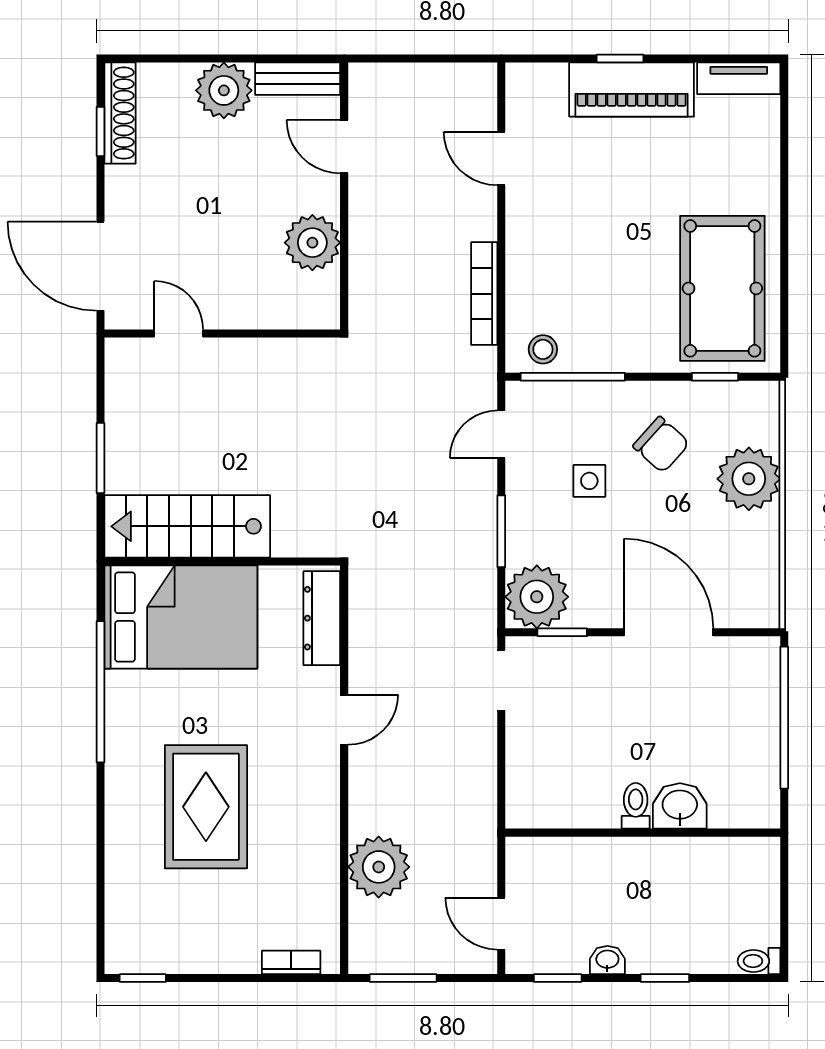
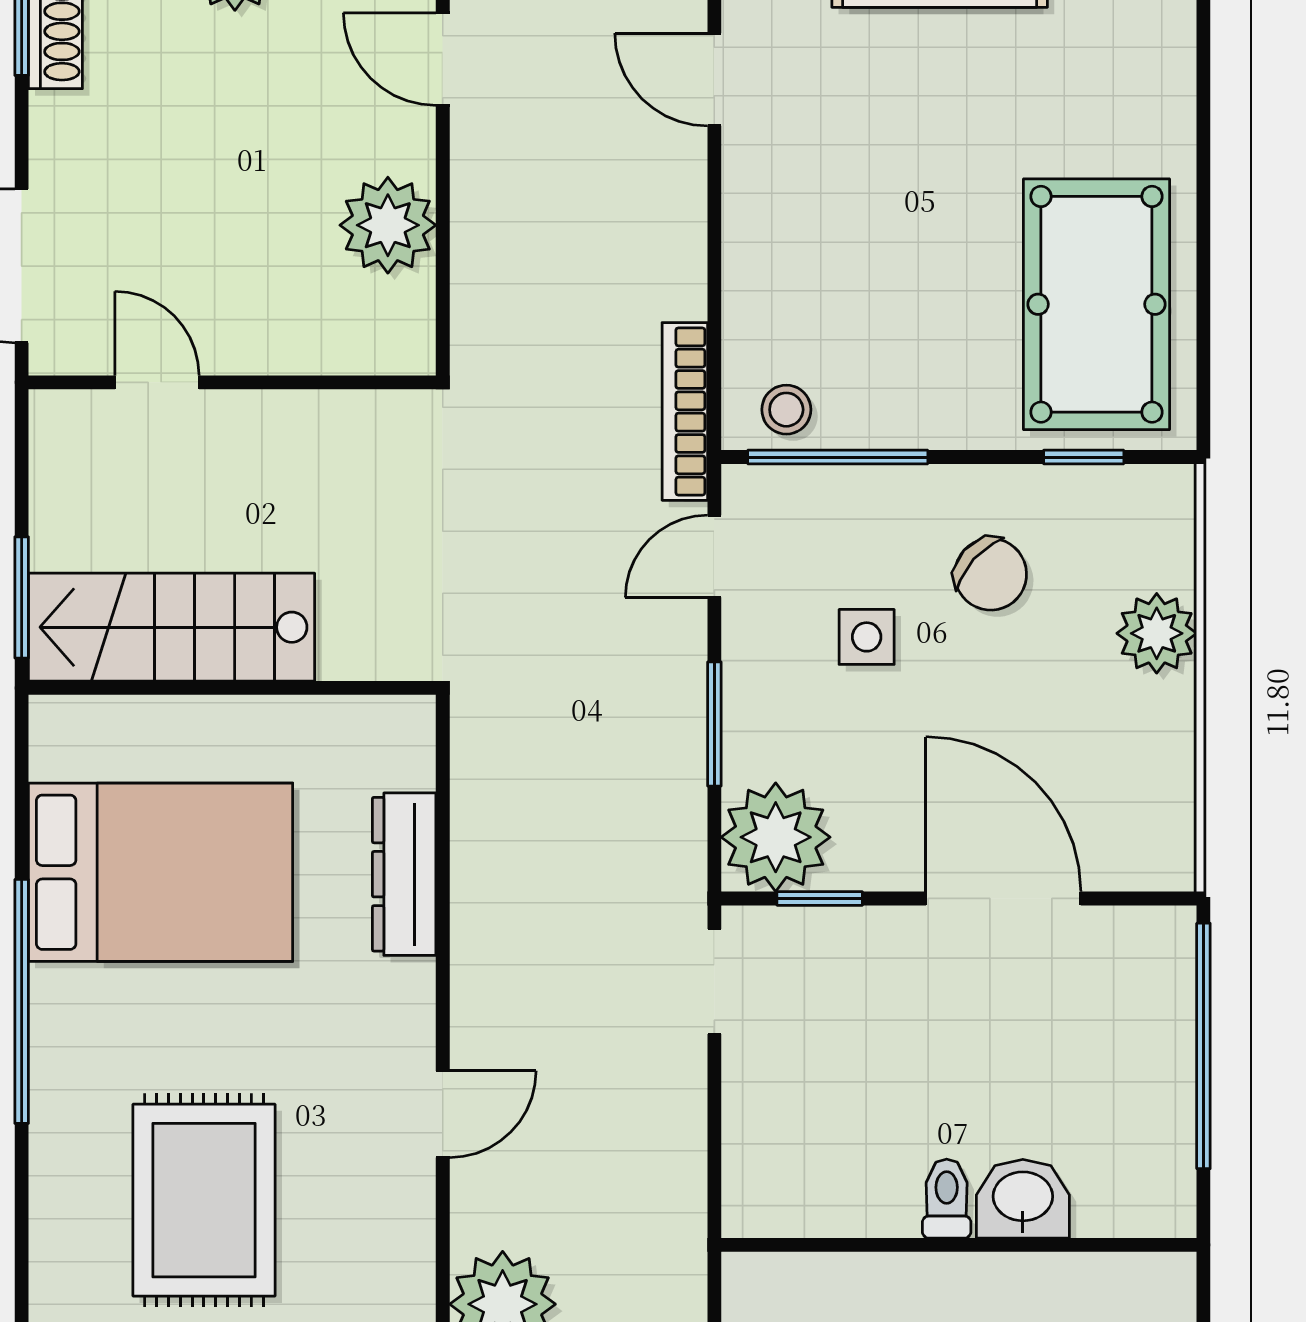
bookcase: (484, 294) -> (685, 411), moved
plant: (749, 479) -> (1157, 633), width x0.73, depth x0.73
stairs: (187, 526) -> (172, 627), moved
wall: (222, 561) -> (232, 688), moved
door: (344, 720) -> (443, 1114), moved

